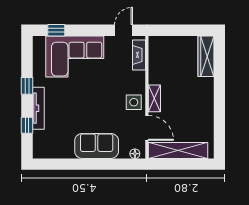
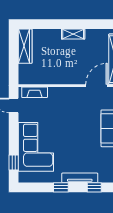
wardrobe: (206, 56) -> (25, 46), moved, turned -90
shelving: (154, 98) -> (73, 34), moved
side table: (134, 102) -> (75, 97), removed

